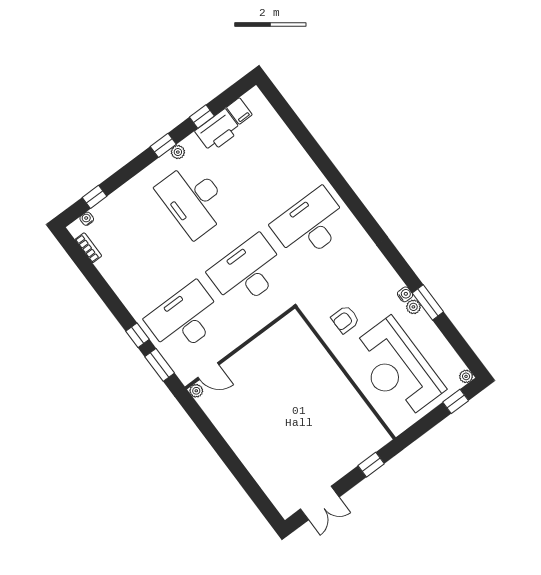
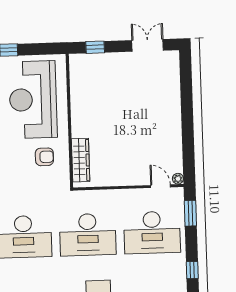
window: (138, 335) -> (192, 270), moved
wardrobe: (307, 341) -> (81, 160), added
reception desk: (397, 369) -> (33, 100), turned 180

